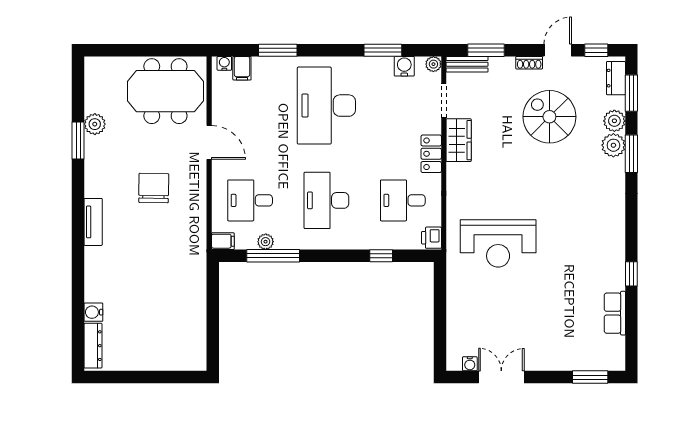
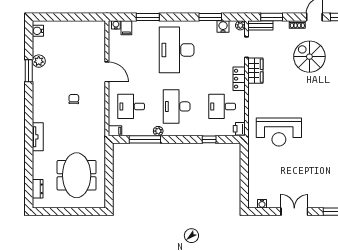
meeting table: (165, 91) -> (77, 175), moved, turned 90
chair: (154, 188) -> (74, 99), width x0.54, depth x0.54
tv unit: (93, 222) -> (38, 137), moved
plant: (266, 242) -> (158, 131), moved
water cooler: (93, 312) -> (38, 31), moved
dresser: (93, 346) -> (38, 189), width x0.70
double door: (501, 377) -> (294, 212), moved

